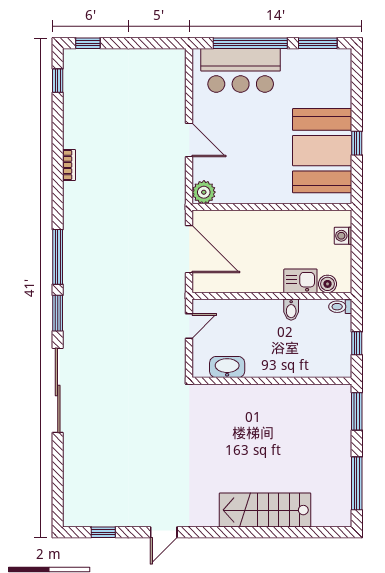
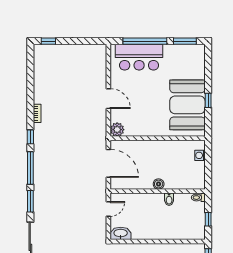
window: (58, 81) -> (30, 137), moved
kitchen sink: (300, 281) -> (175, 182), removed
boiler: (328, 284) -> (159, 184), moved
washbasin: (227, 367) -> (121, 233), moved

